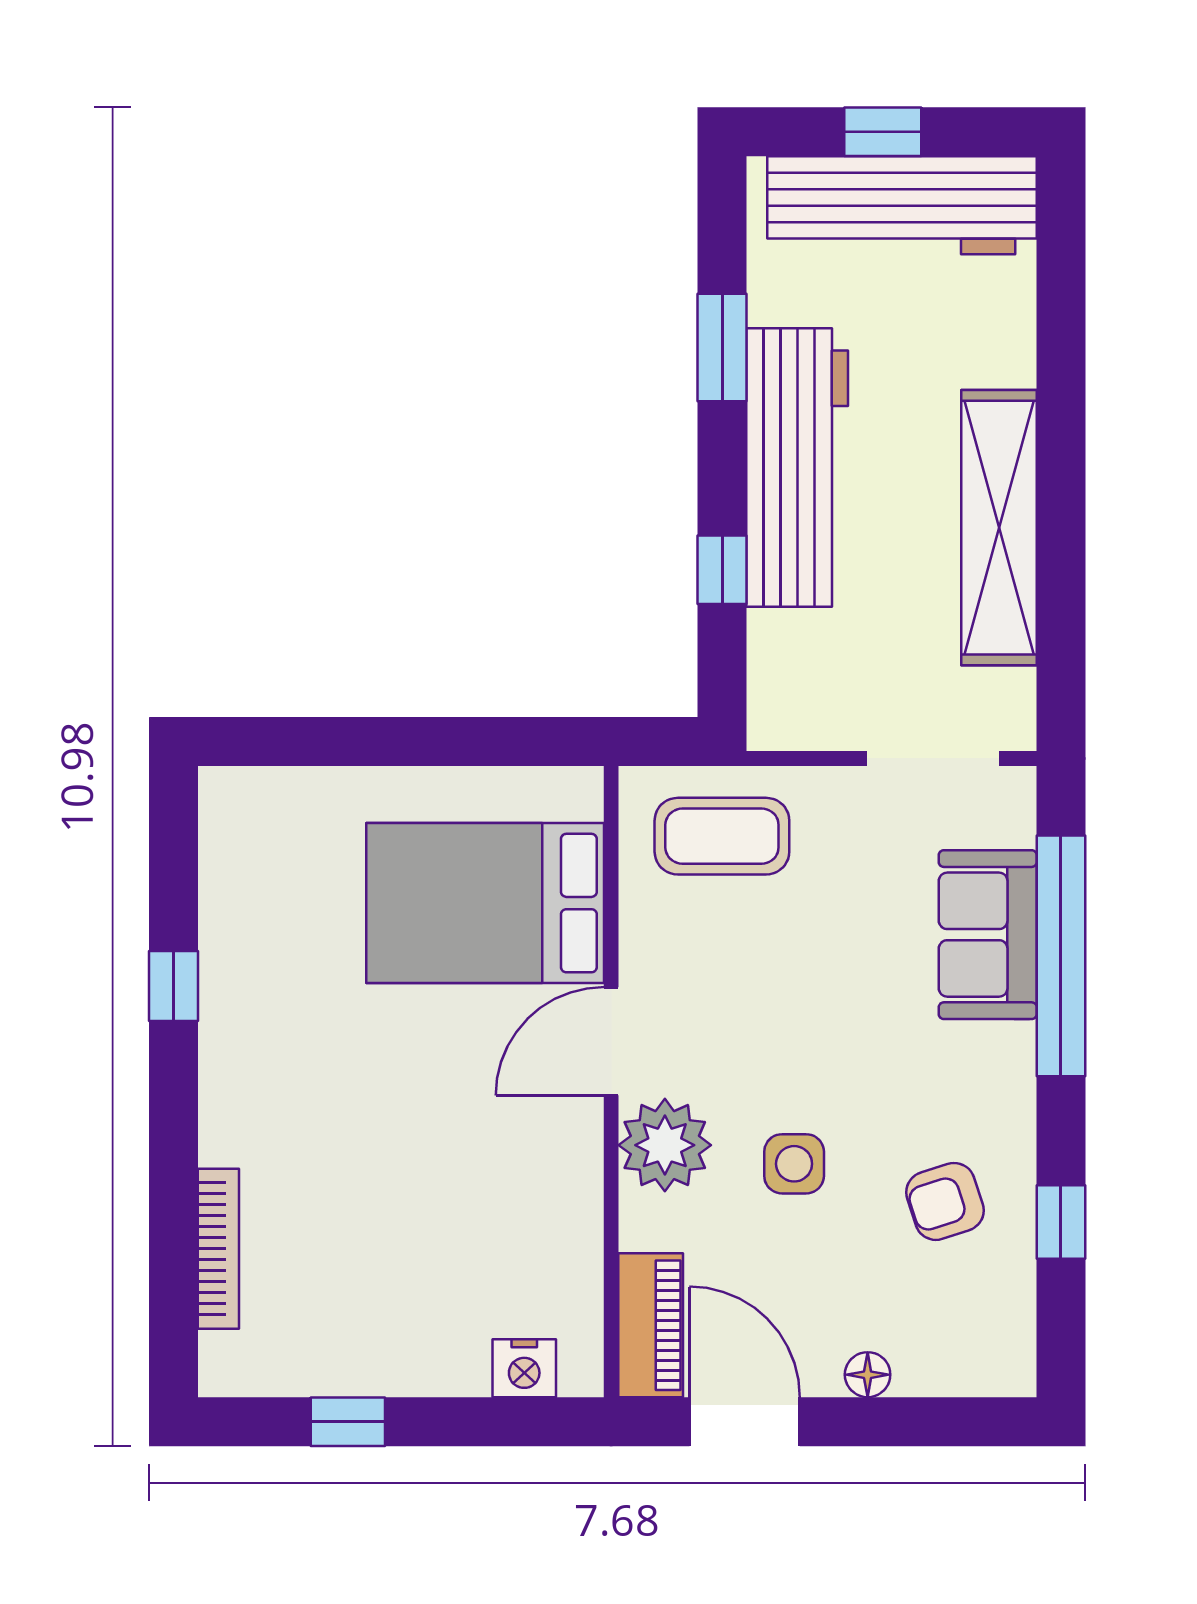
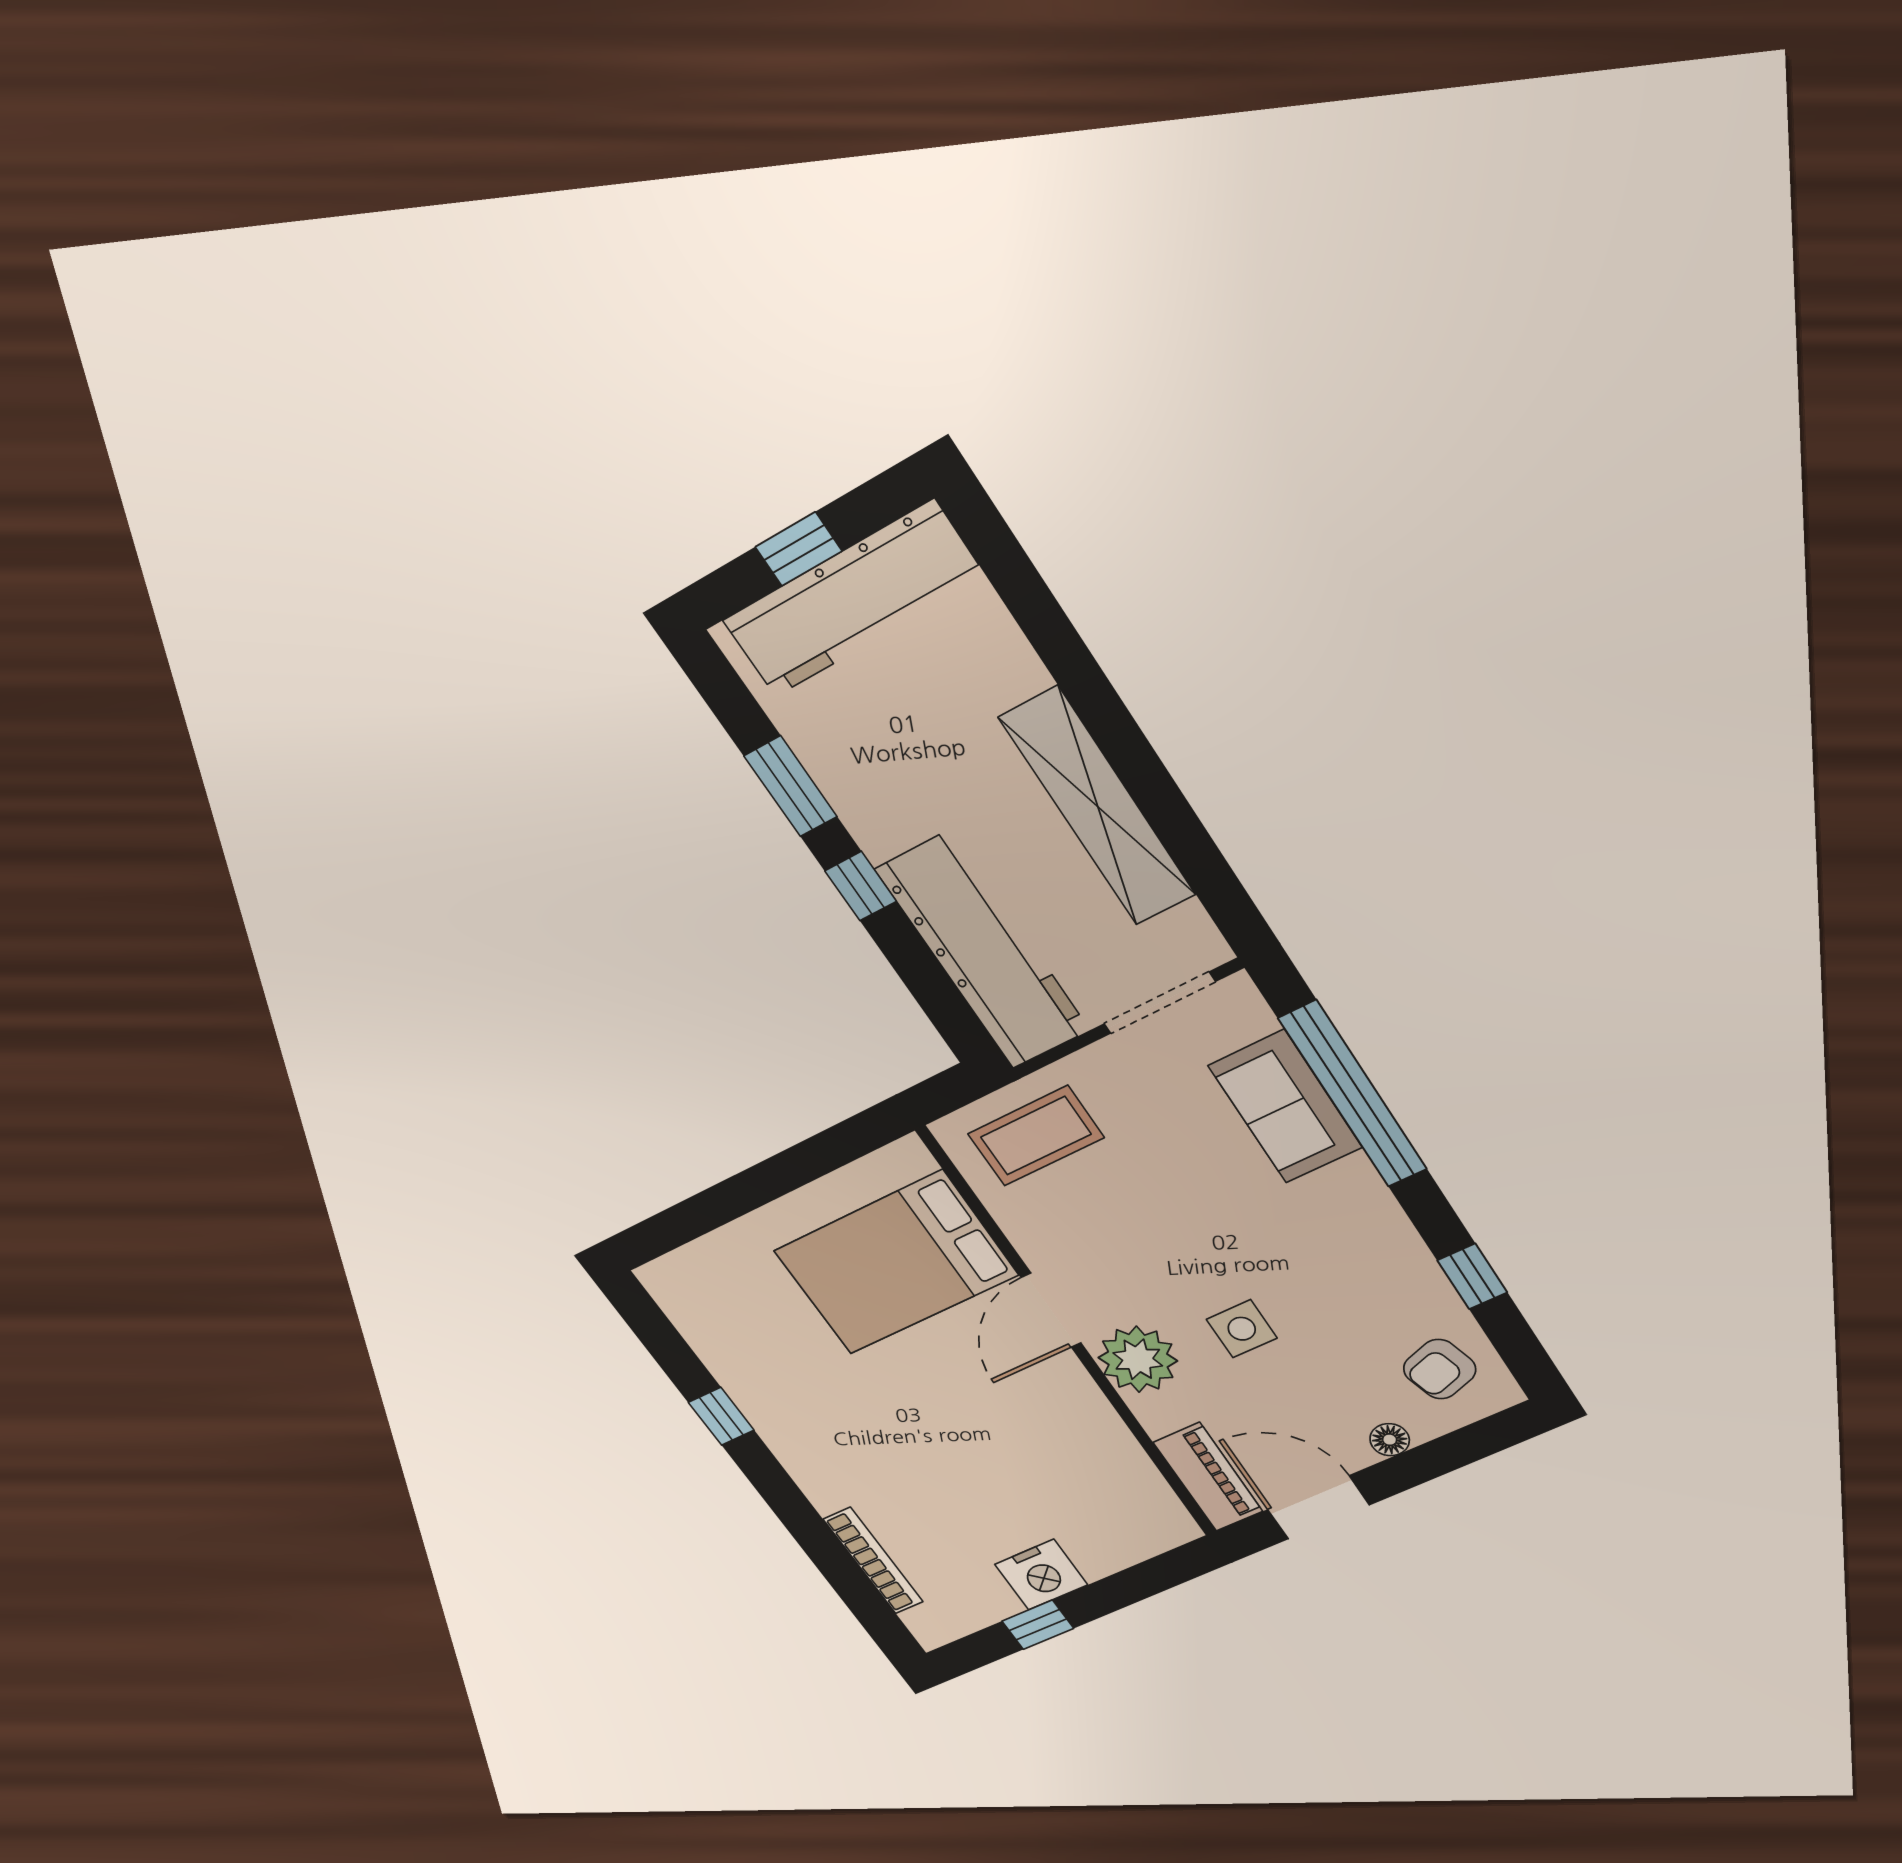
workbench: (797, 467) -> (983, 950), moved
window: (722, 570) -> (861, 886), moved
armchair: (945, 1201) -> (1440, 1369), moved
nightstand: (524, 1368) -> (1041, 1575), moved, width x1.36, depth x1.33

